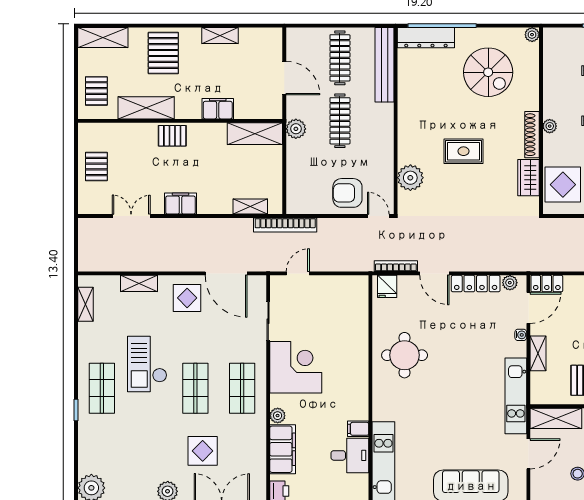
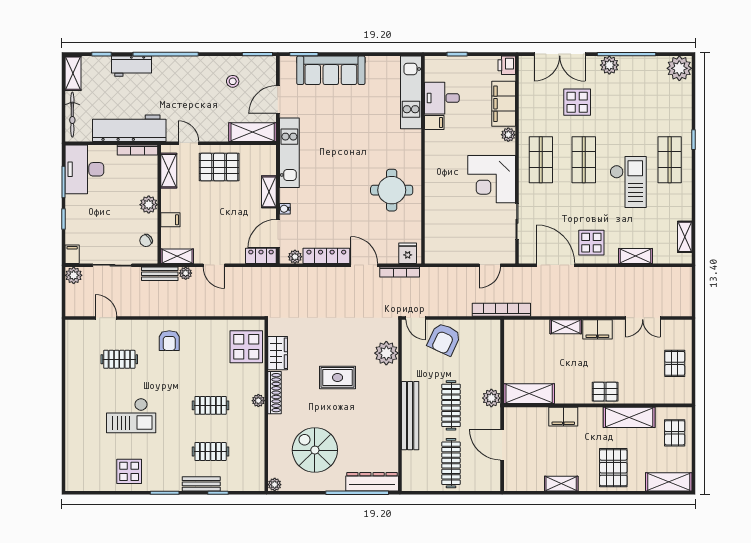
bench: (384, 65) -> (410, 416), moved
armchair: (347, 193) -> (444, 339), turned 115
shelving: (250, 206) -> (566, 327), moved

